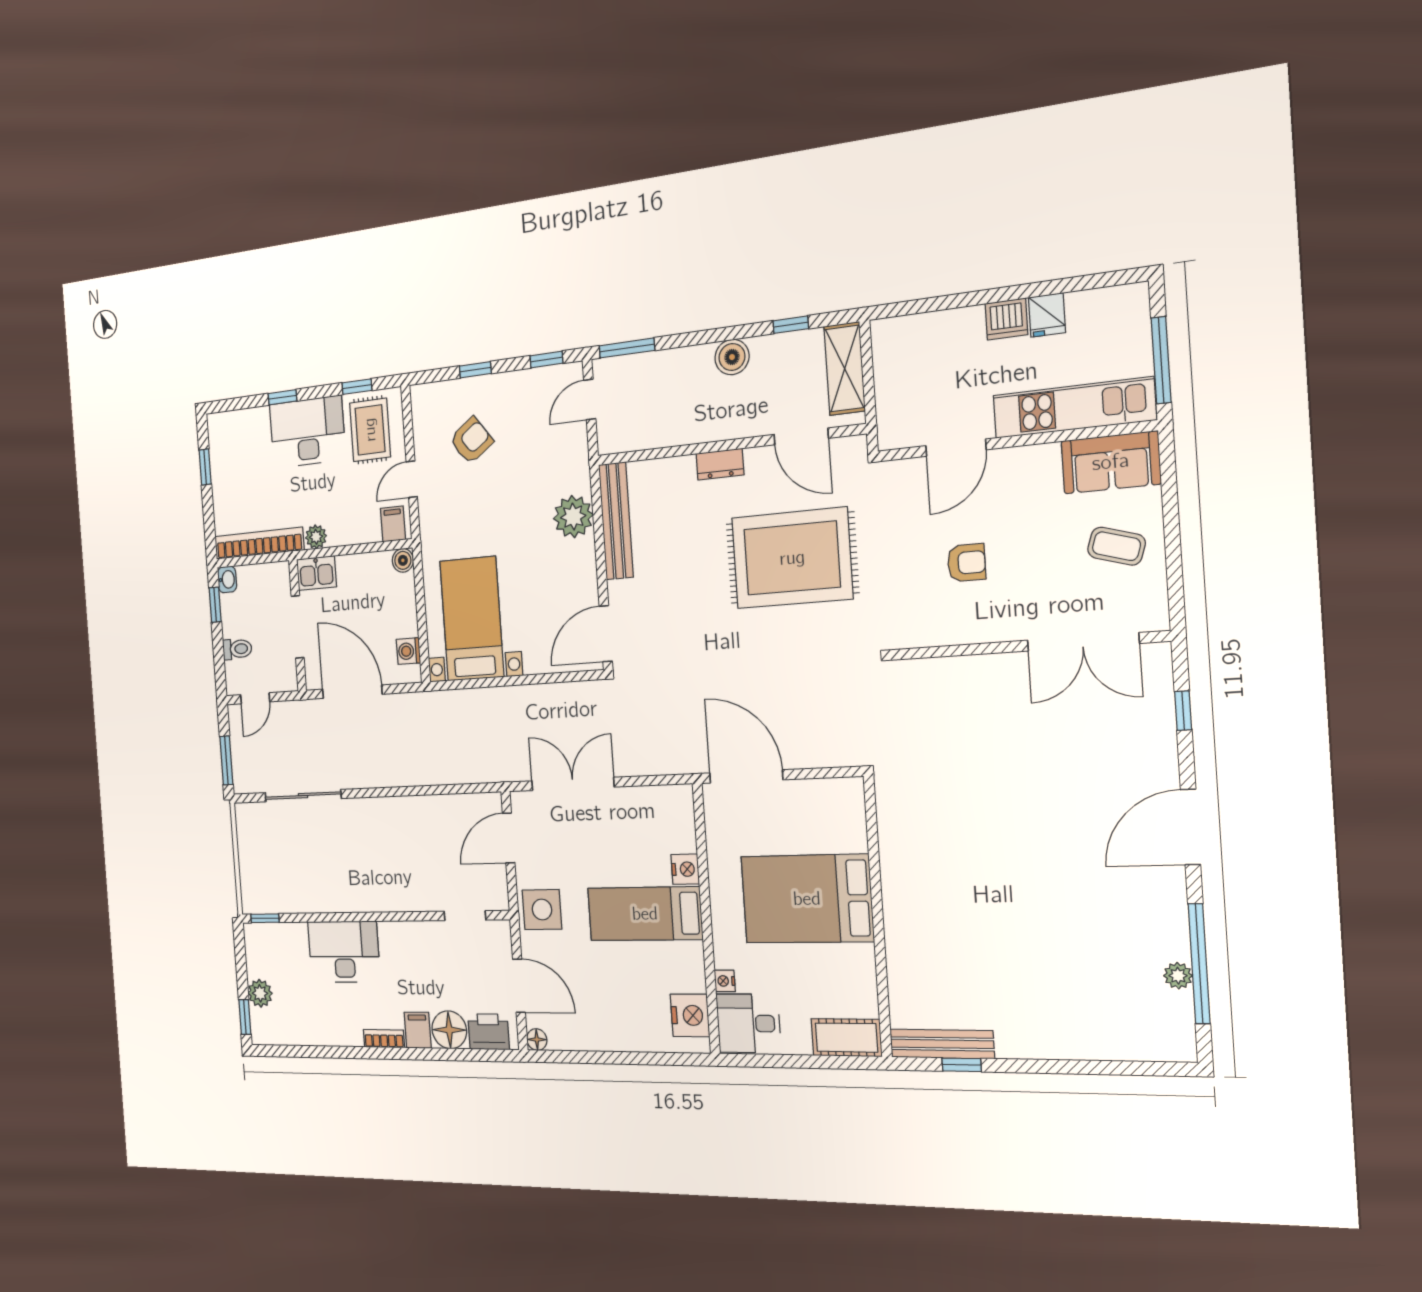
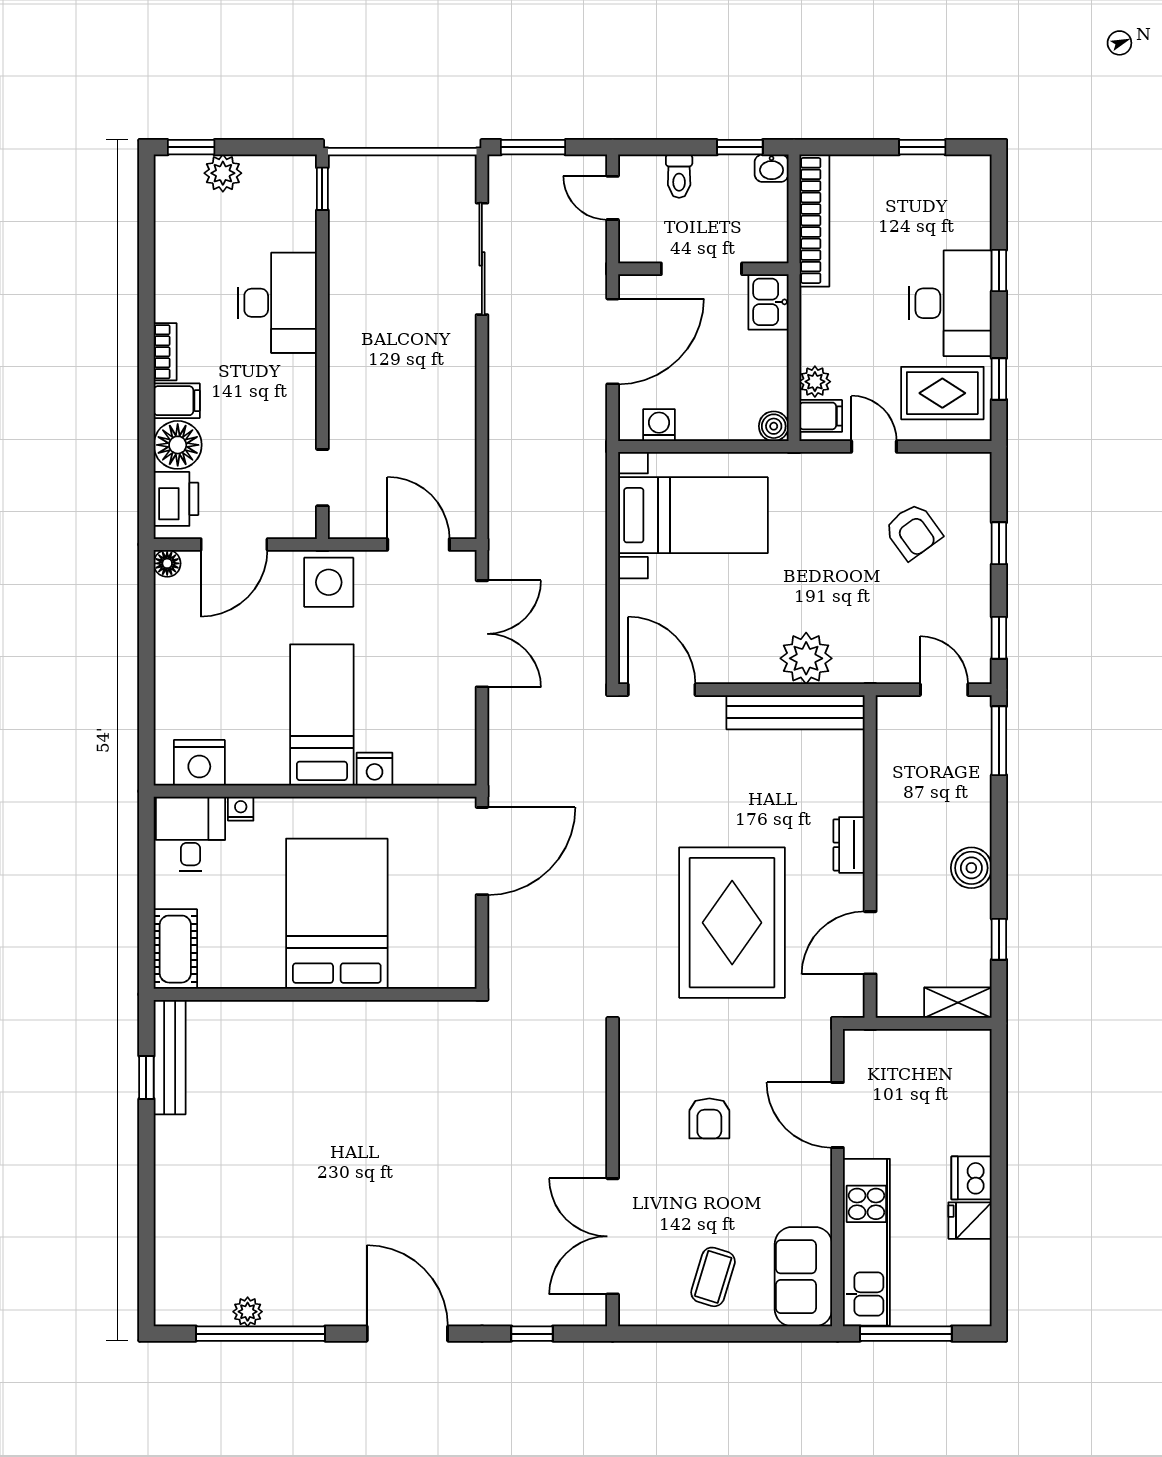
shelving: (845, 369) -> (958, 1003), width x0.67, depth x0.75
plant: (316, 537) -> (815, 382), moved

